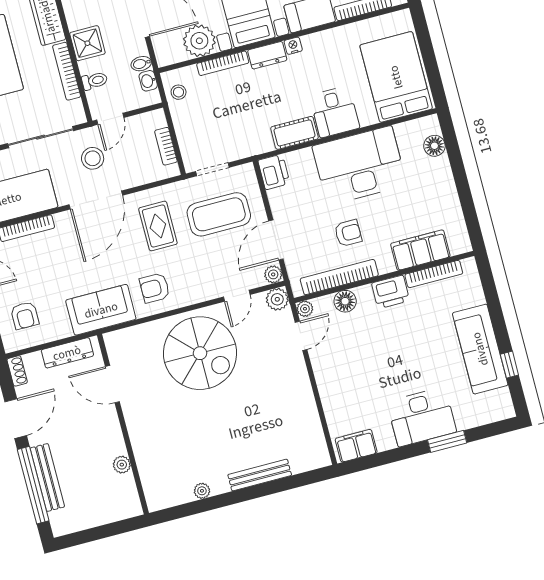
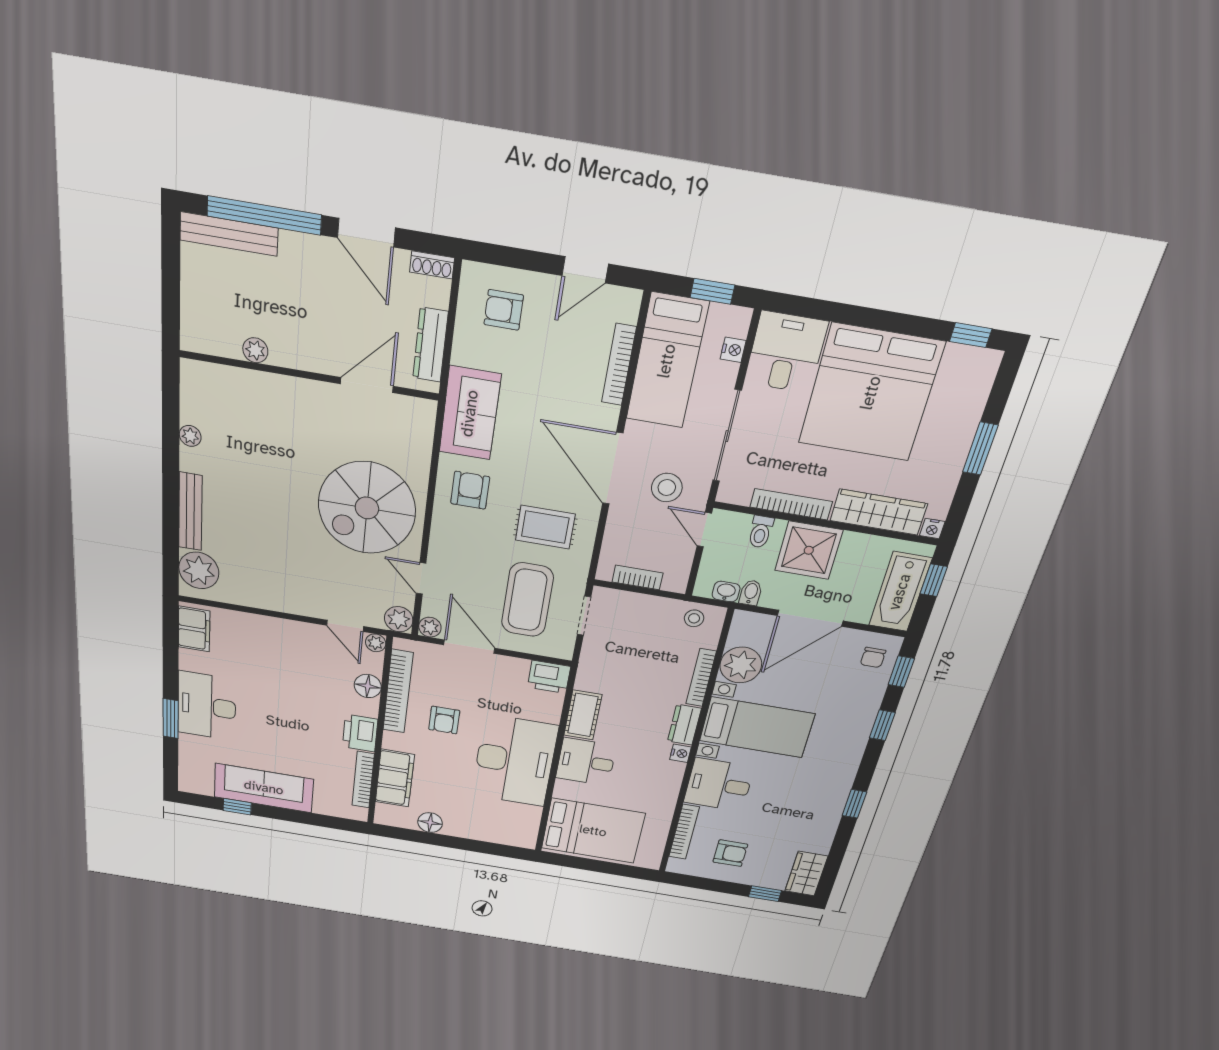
shower: (87, 43) -> (809, 550), width x1.36, depth x1.36
floor lamp: (434, 146) -> (430, 823), moved
plant: (304, 456) -> (199, 570), added
bench: (47, 477) -> (229, 234), moved

